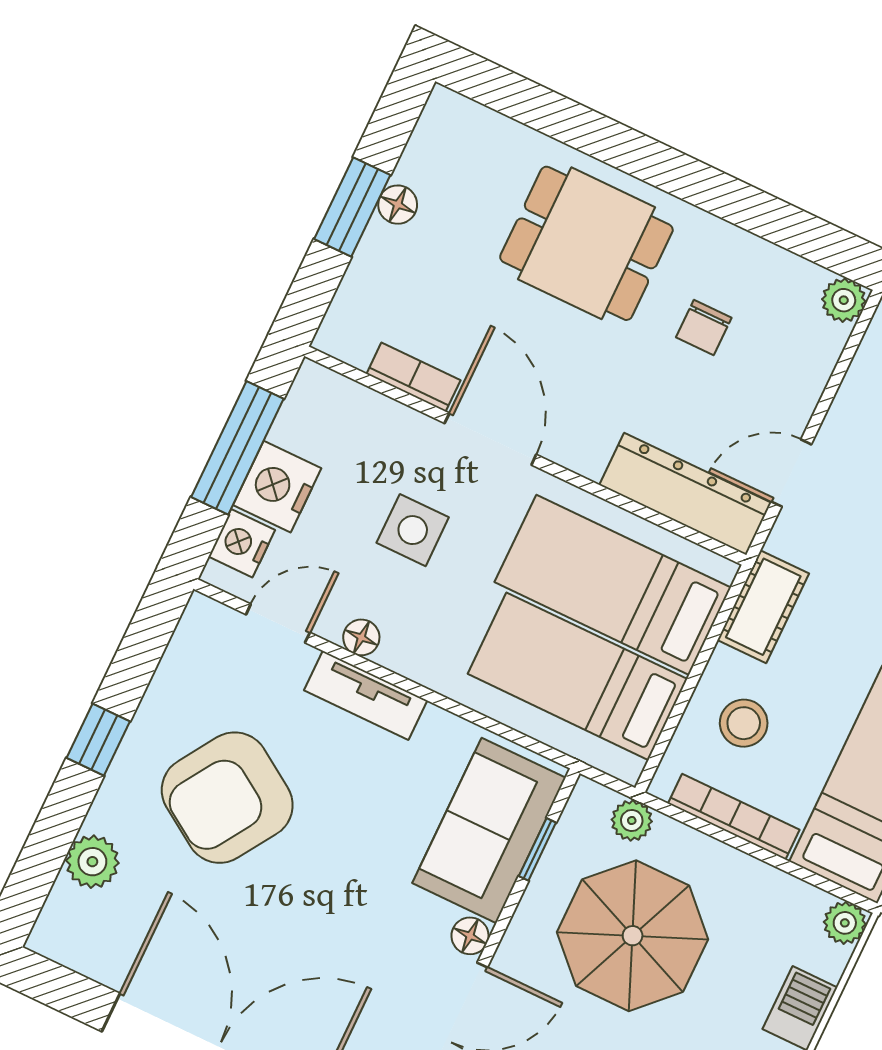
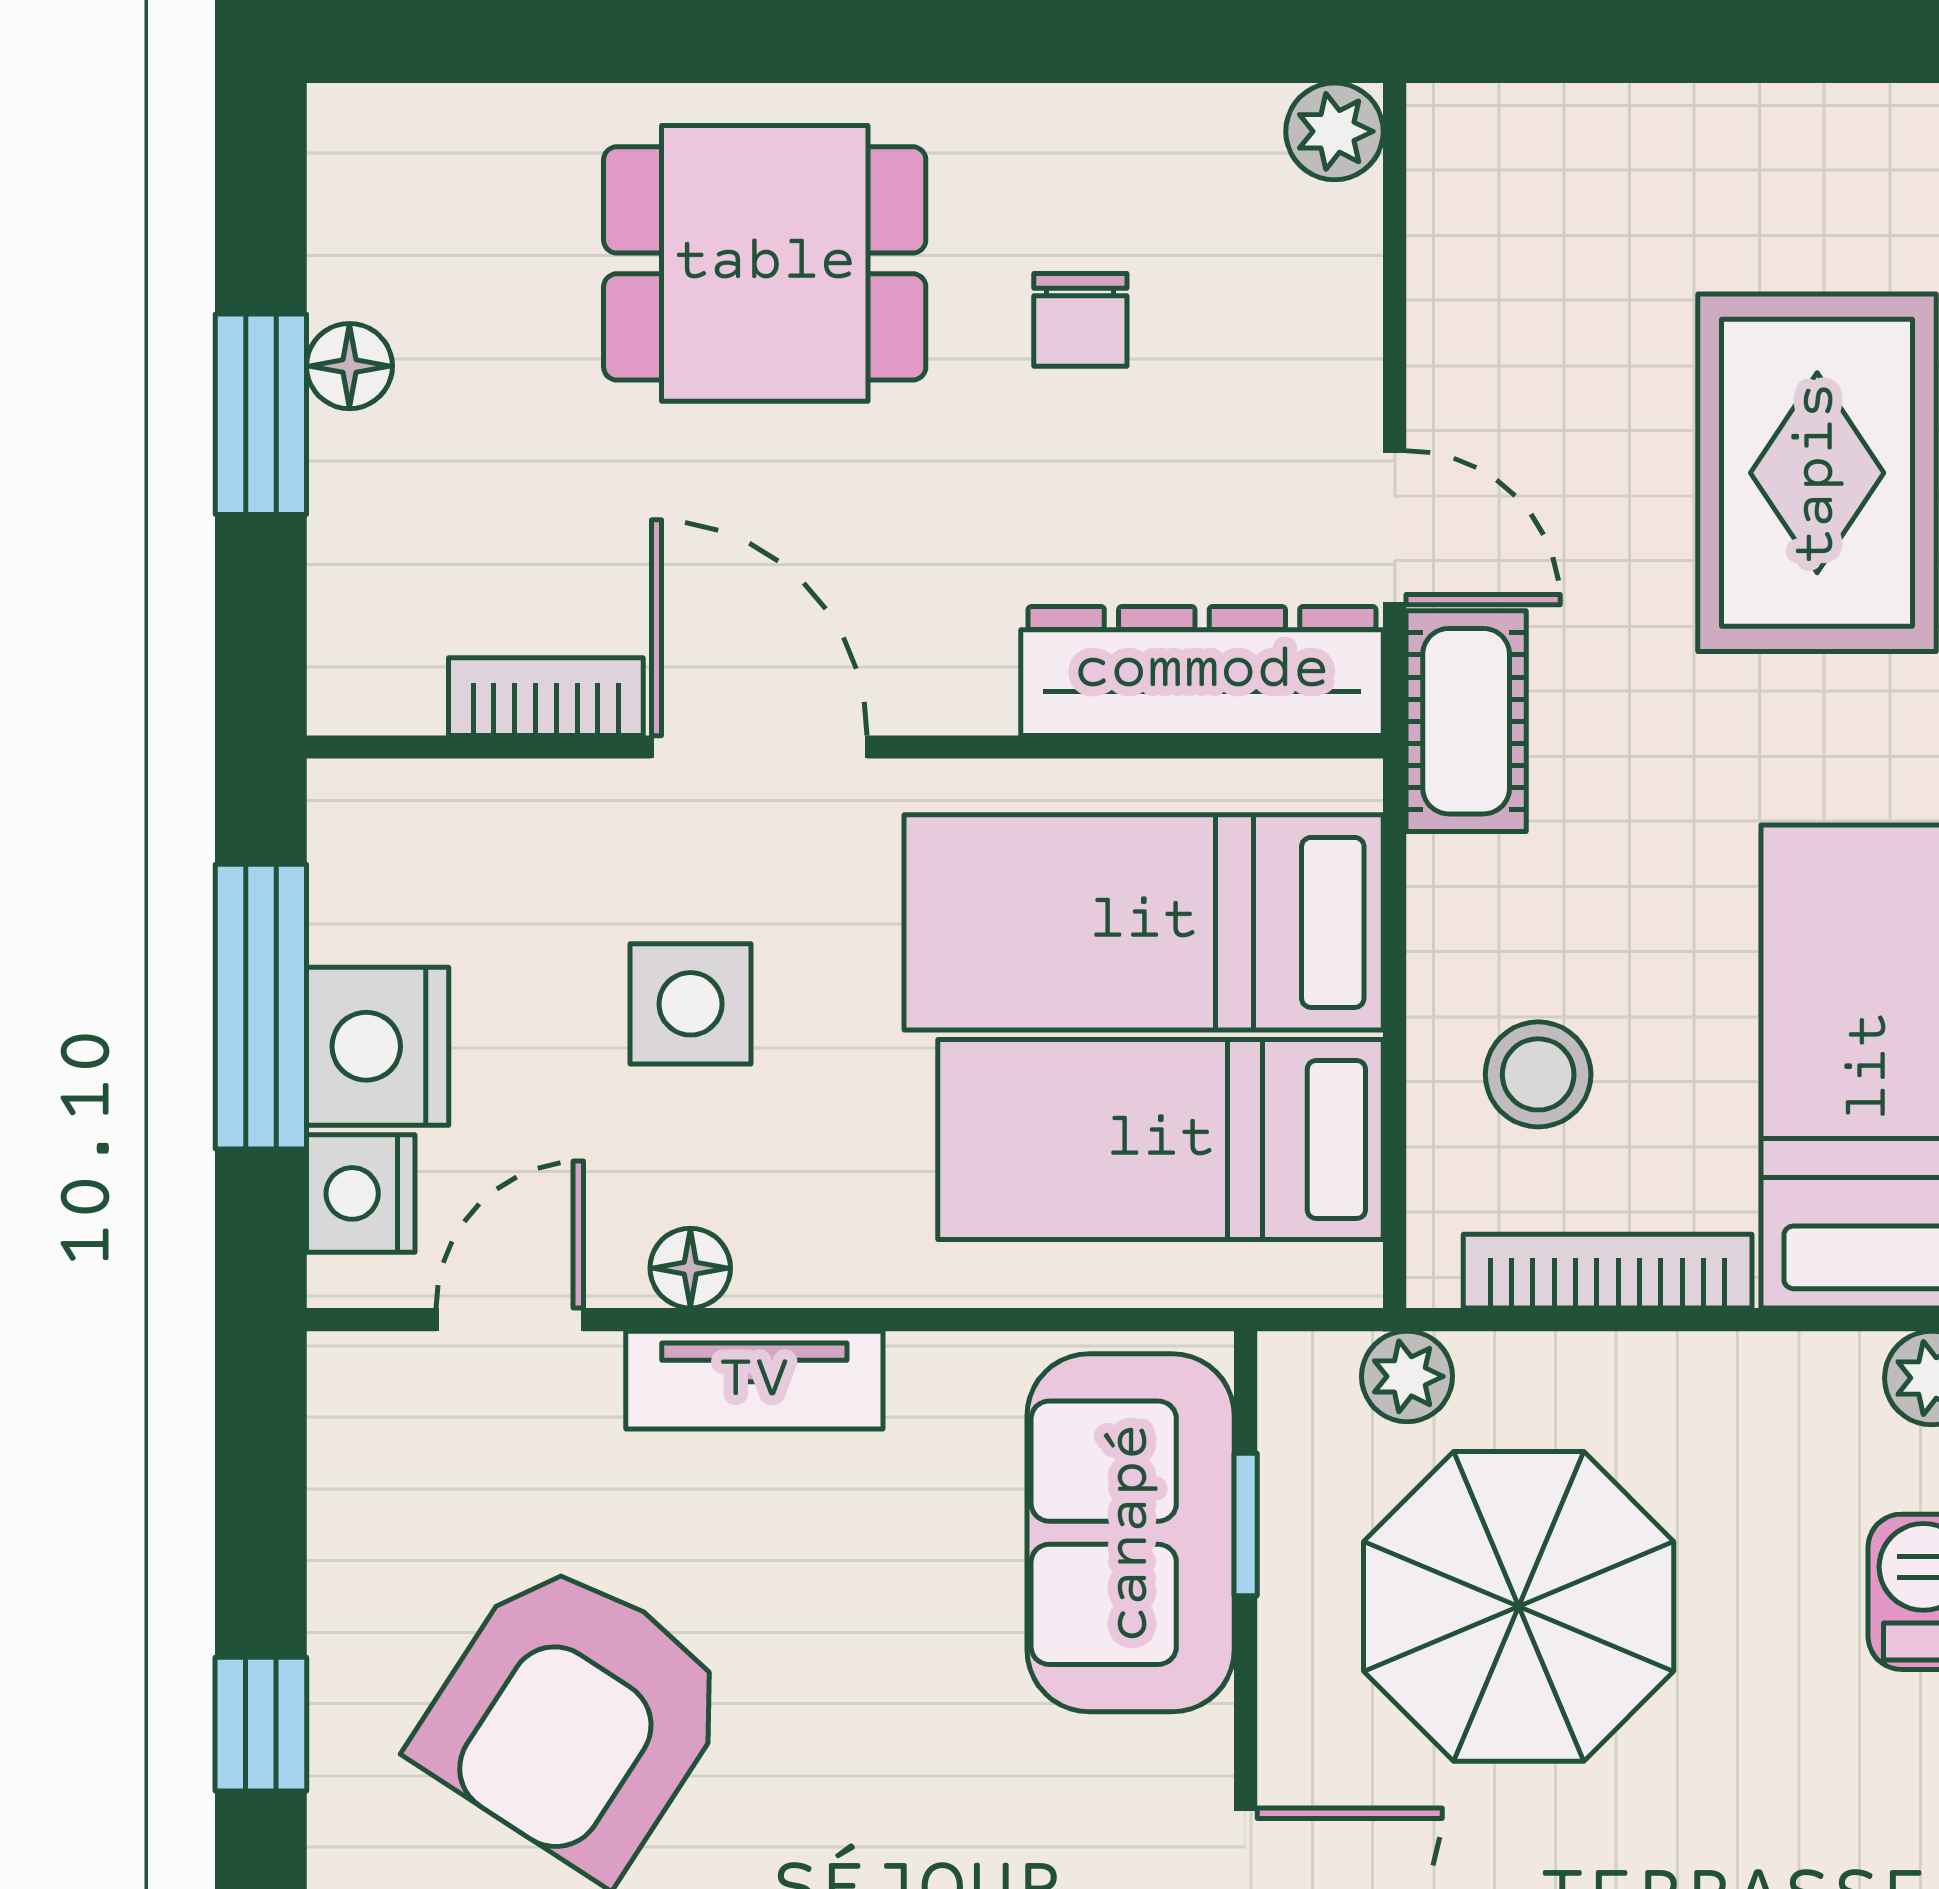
door: (791, 473) -> (1395, 528), swing flipped
cot: (763, 607) -> (1466, 721), moved
floor lamp: (470, 936) -> (1193, 1762), removed

